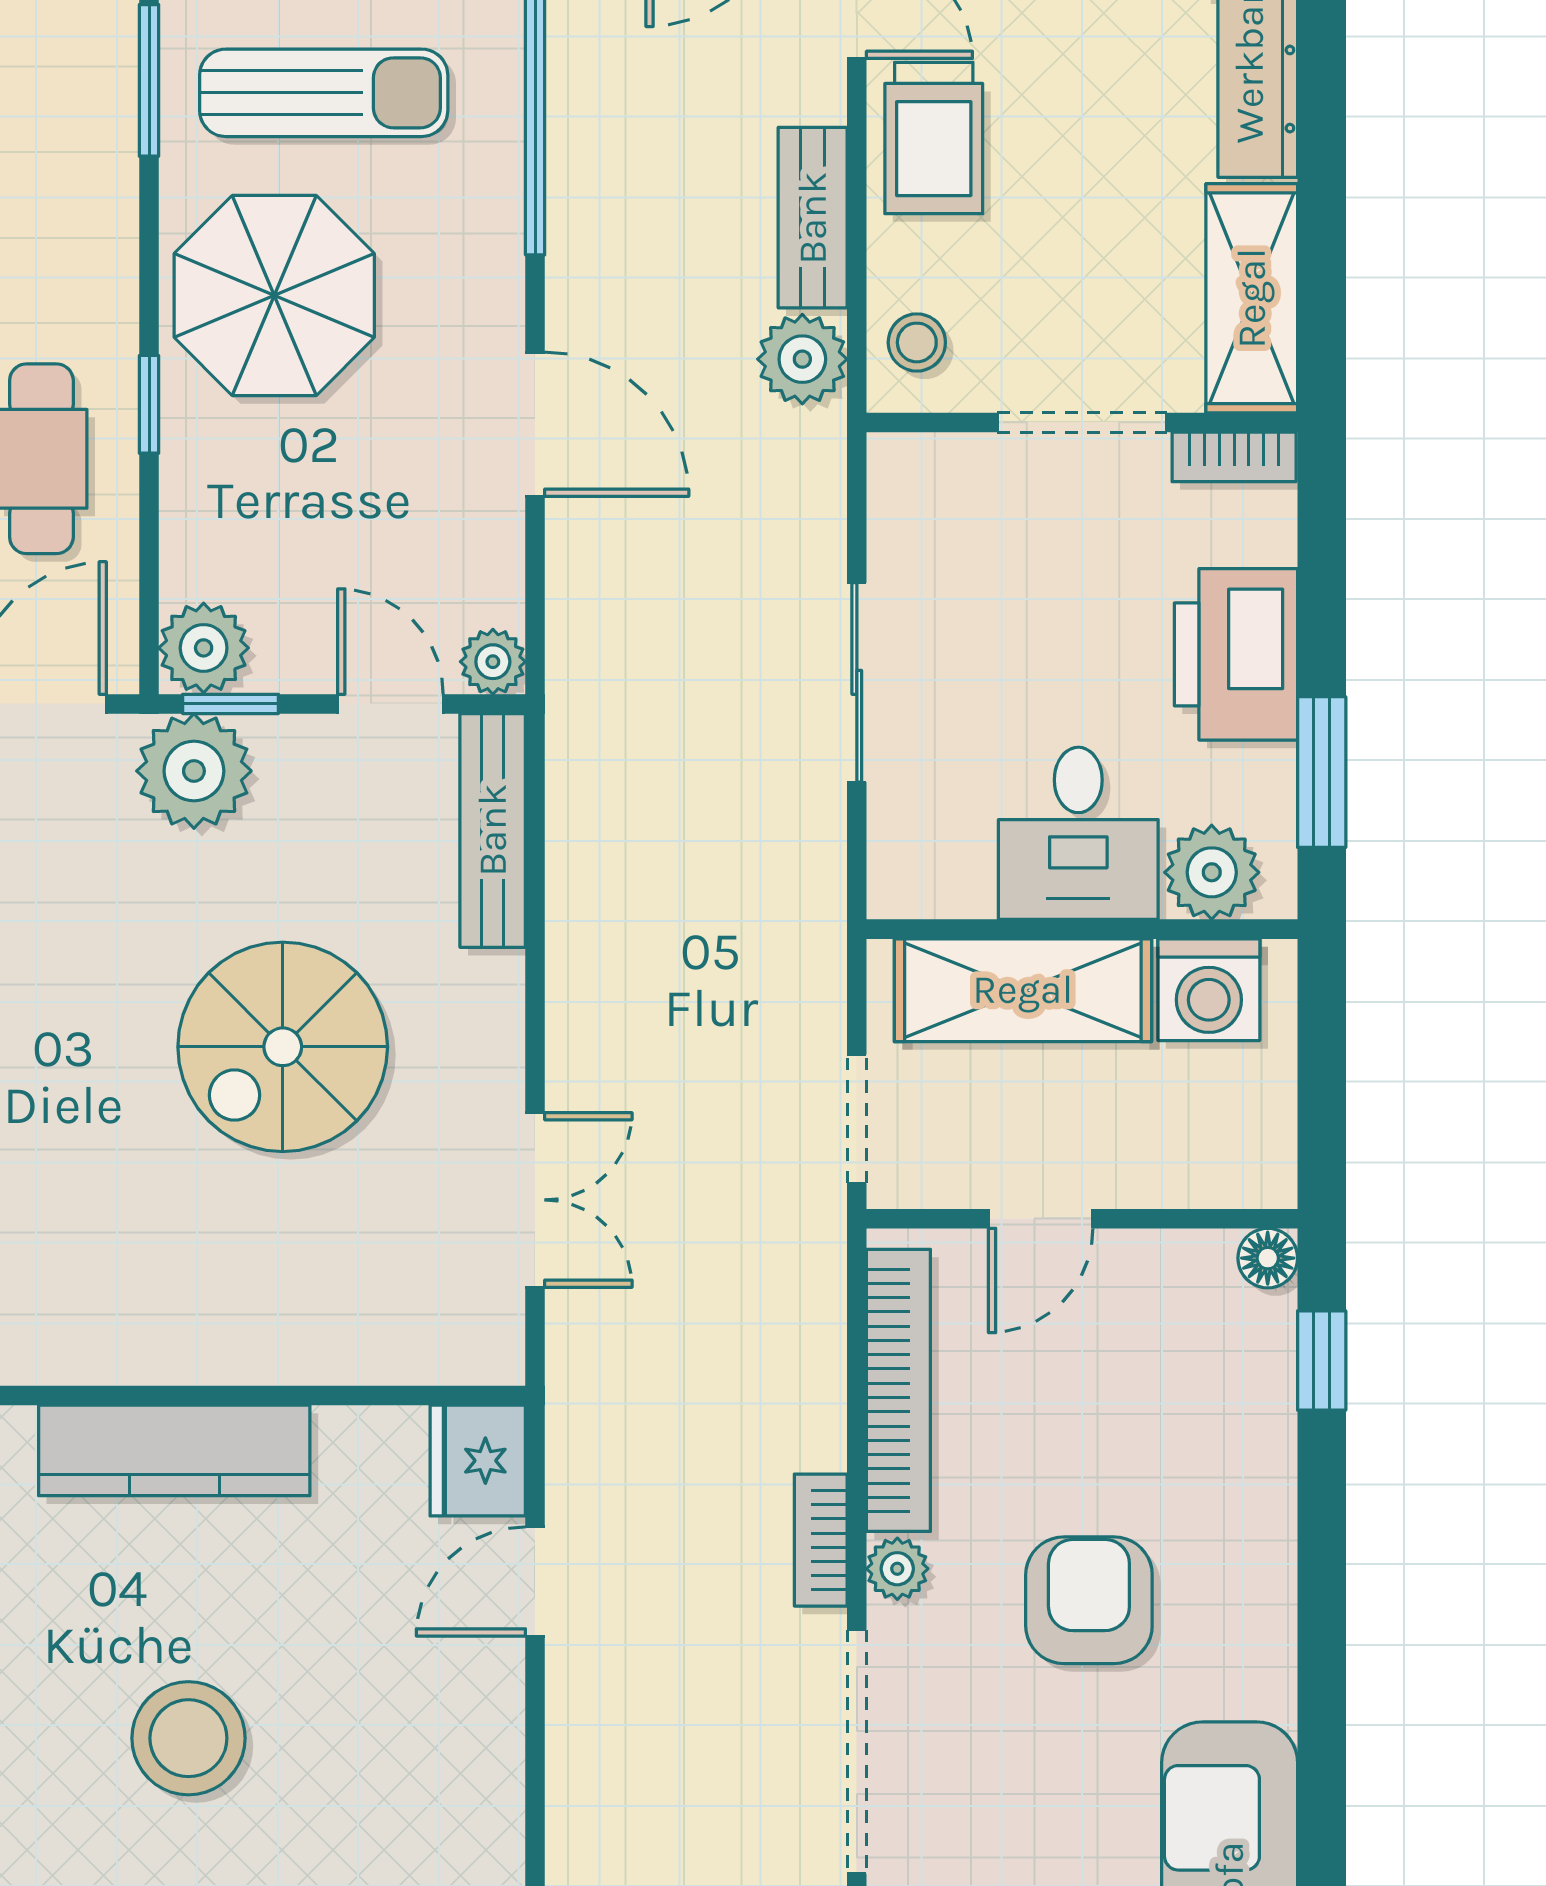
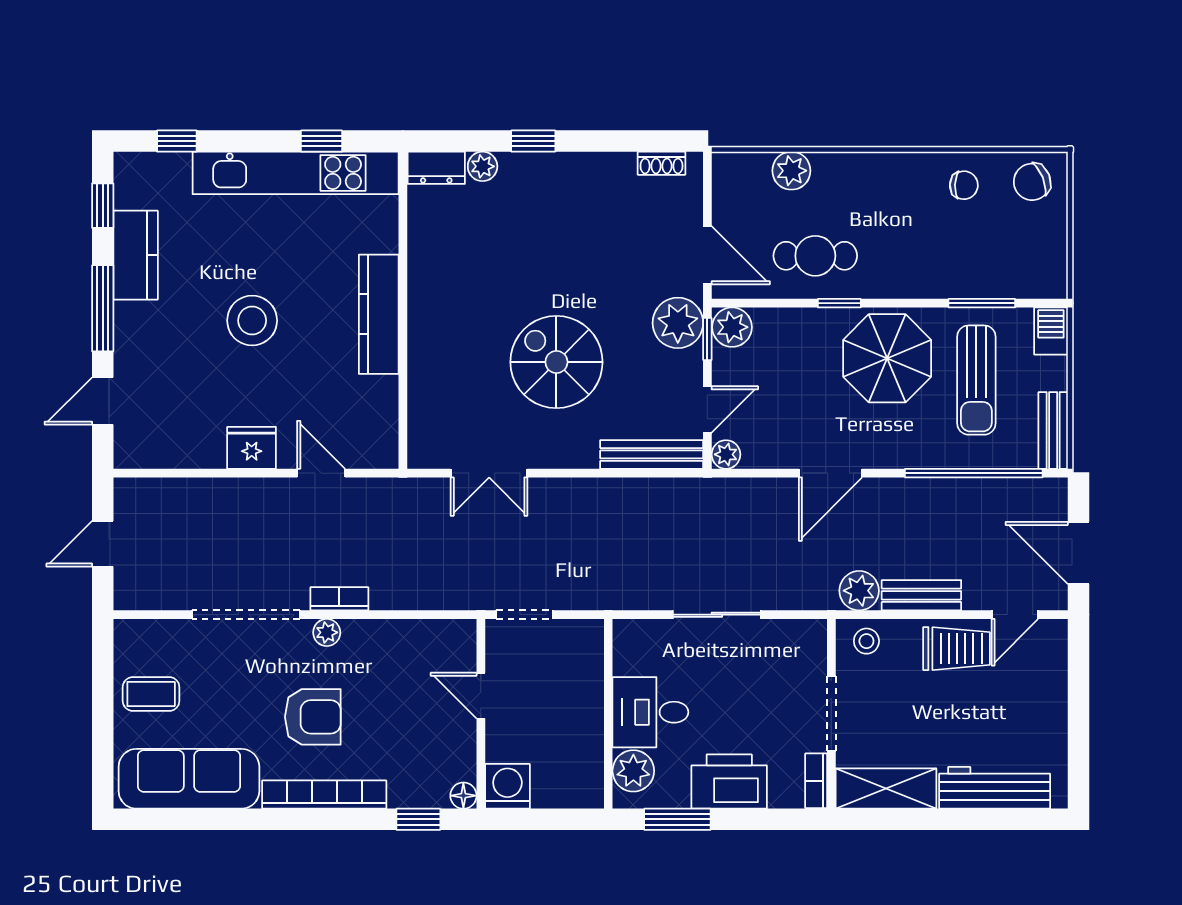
trolley: (934, 138) -> (956, 649), turned 180
shelving: (1023, 990) -> (581, 688), removed
washing machine: (1209, 990) -> (507, 786), moved, turned 90
bookcase: (898, 1390) -> (324, 795), moved, turned 180
fridge: (478, 1461) -> (252, 448), moved

